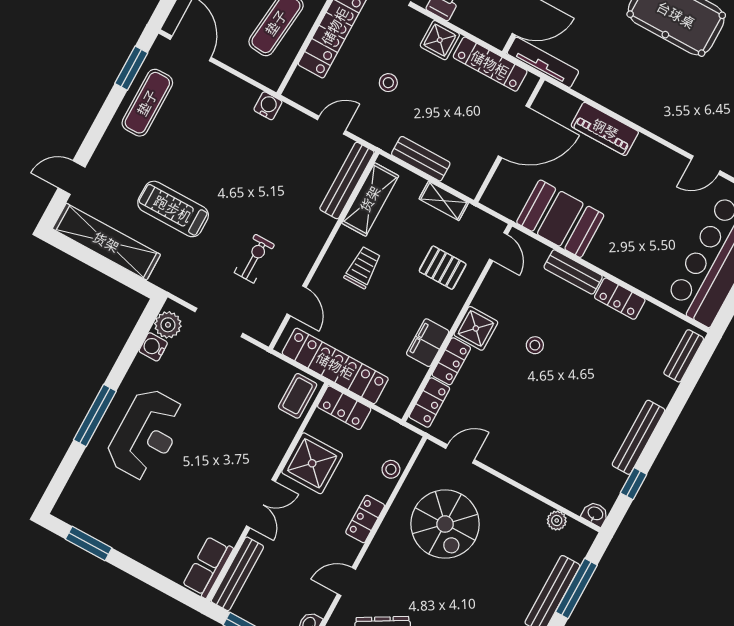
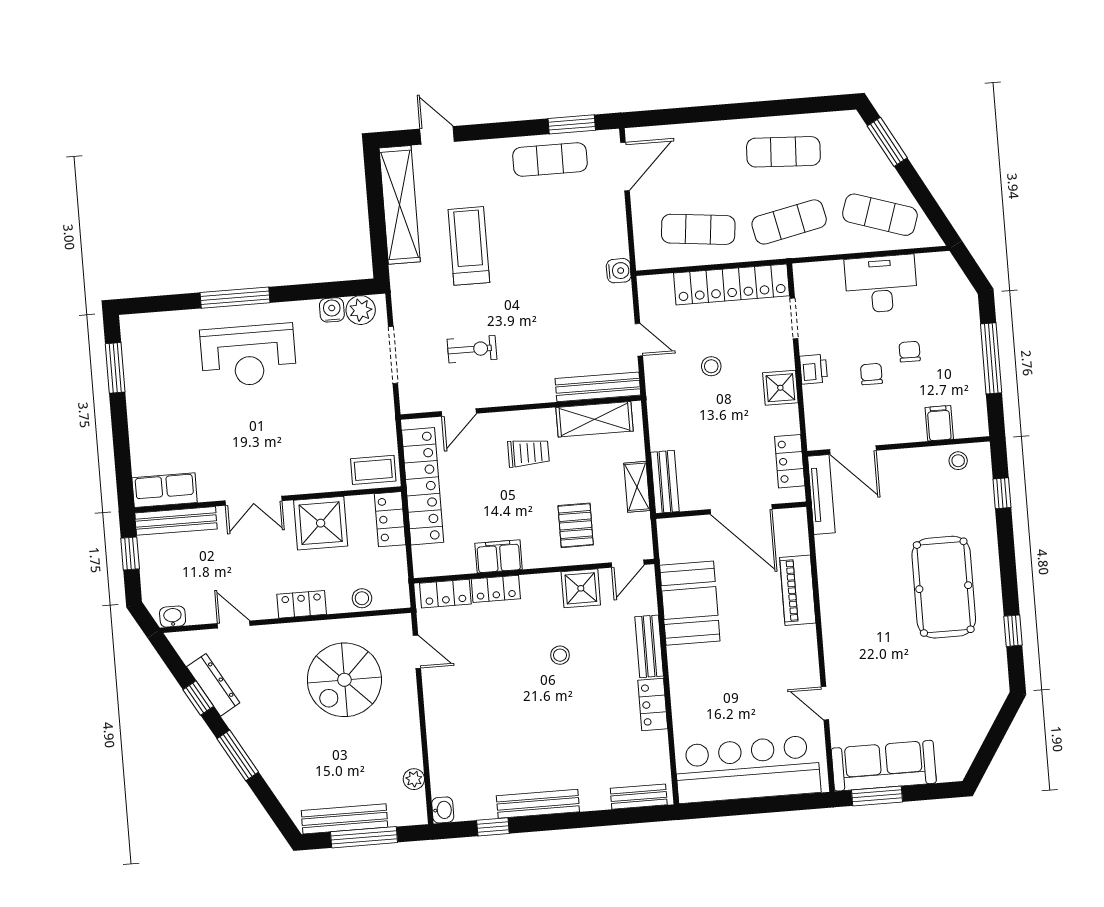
locker: (490, 64) -> (790, 461), width x0.66
bench: (421, 159) -> (665, 482), moved
shower: (476, 328) -> (581, 588), moved

